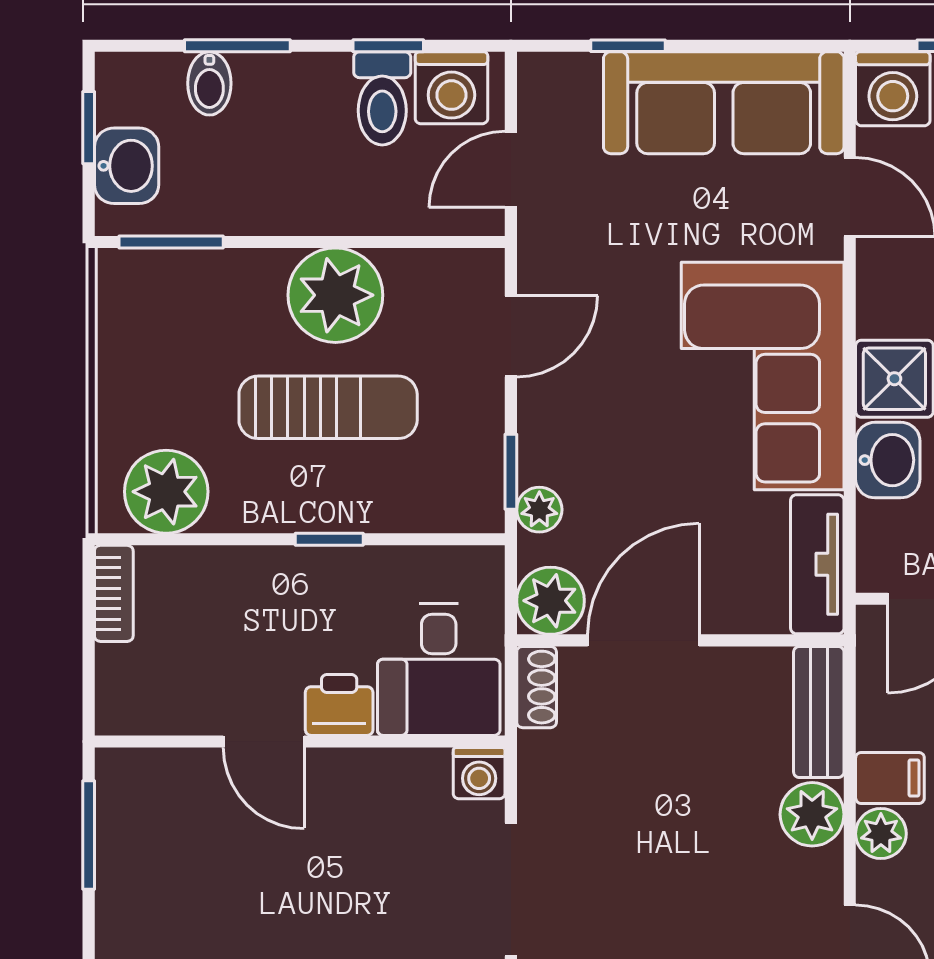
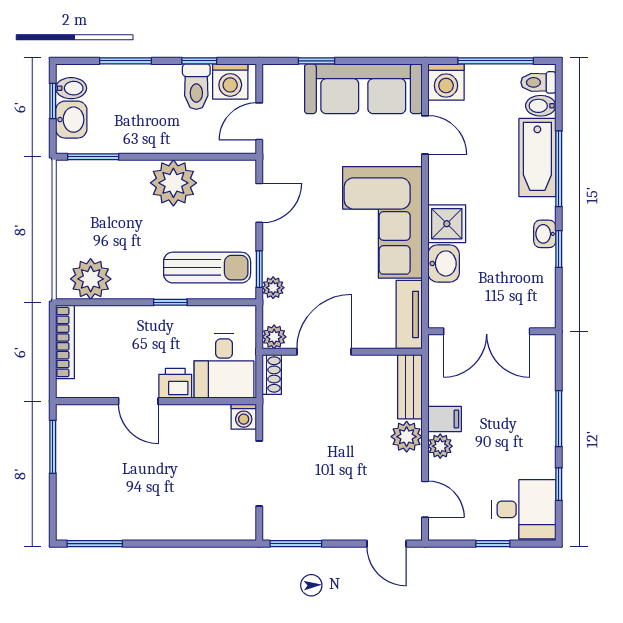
bidet: (209, 83) -> (71, 88), moved, turned -90
sun lounger: (328, 407) -> (207, 268), moved
bookcase: (114, 593) -> (65, 342), width x1.56
plant: (550, 601) -> (274, 337), width x0.73, depth x0.73

